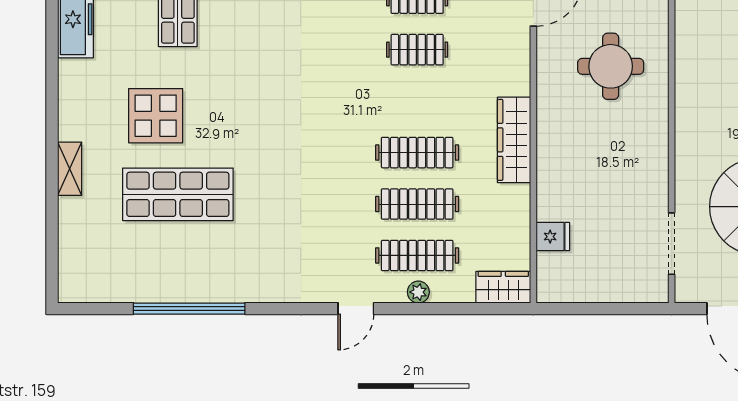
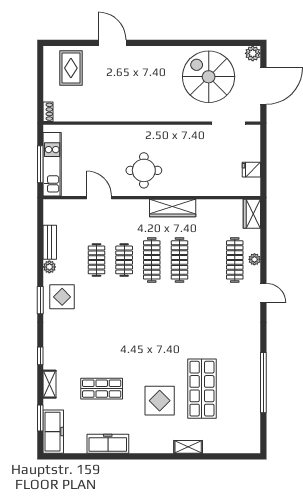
round table: (611, 66) -> (144, 170), moved
clothes rail: (417, 204) -> (152, 260), moved
fridge: (553, 237) -> (251, 170), moved, turned -90

